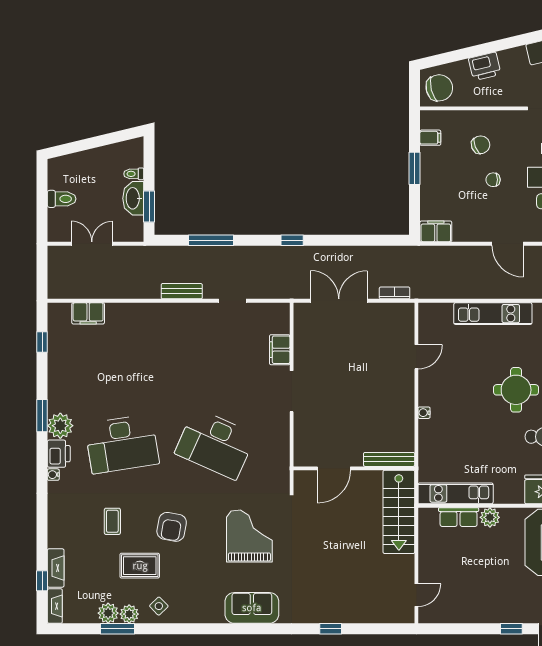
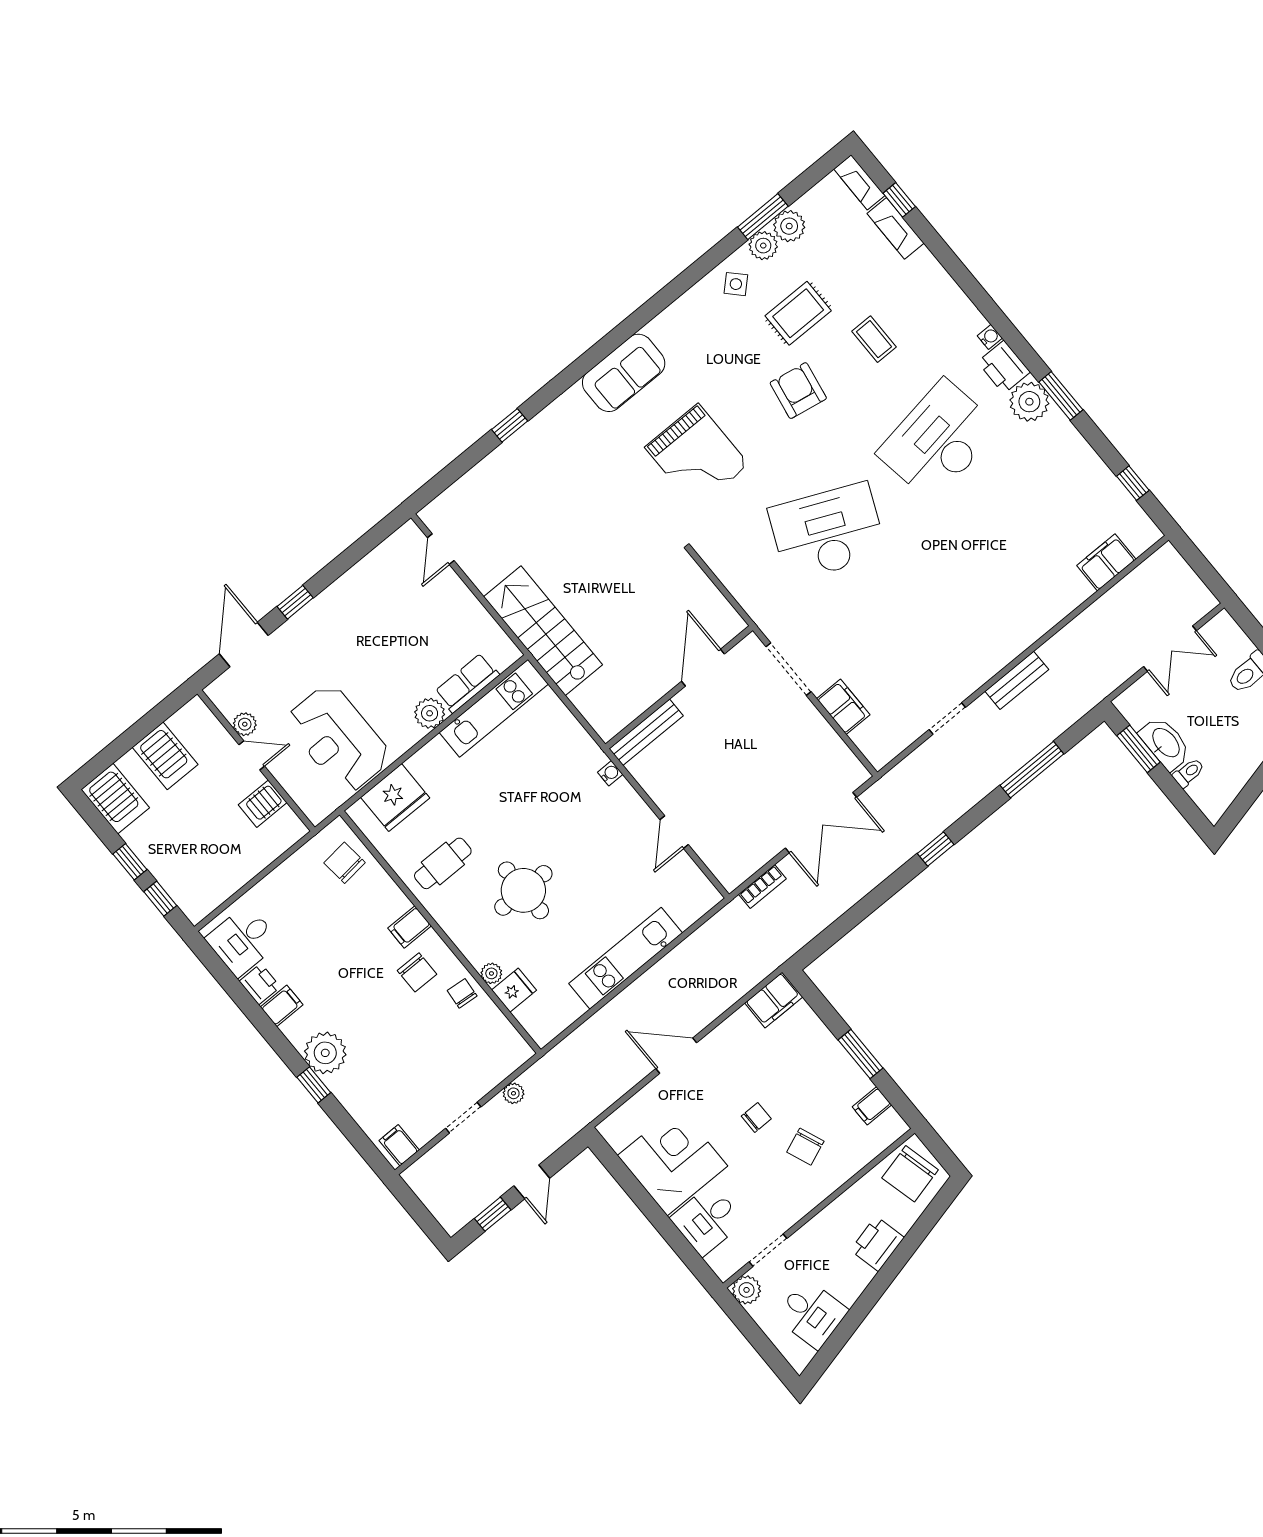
bench: (389, 459) -> (646, 732), moved
door: (334, 468) -> (703, 668), moved
wall: (354, 468) -> (679, 687), moved

